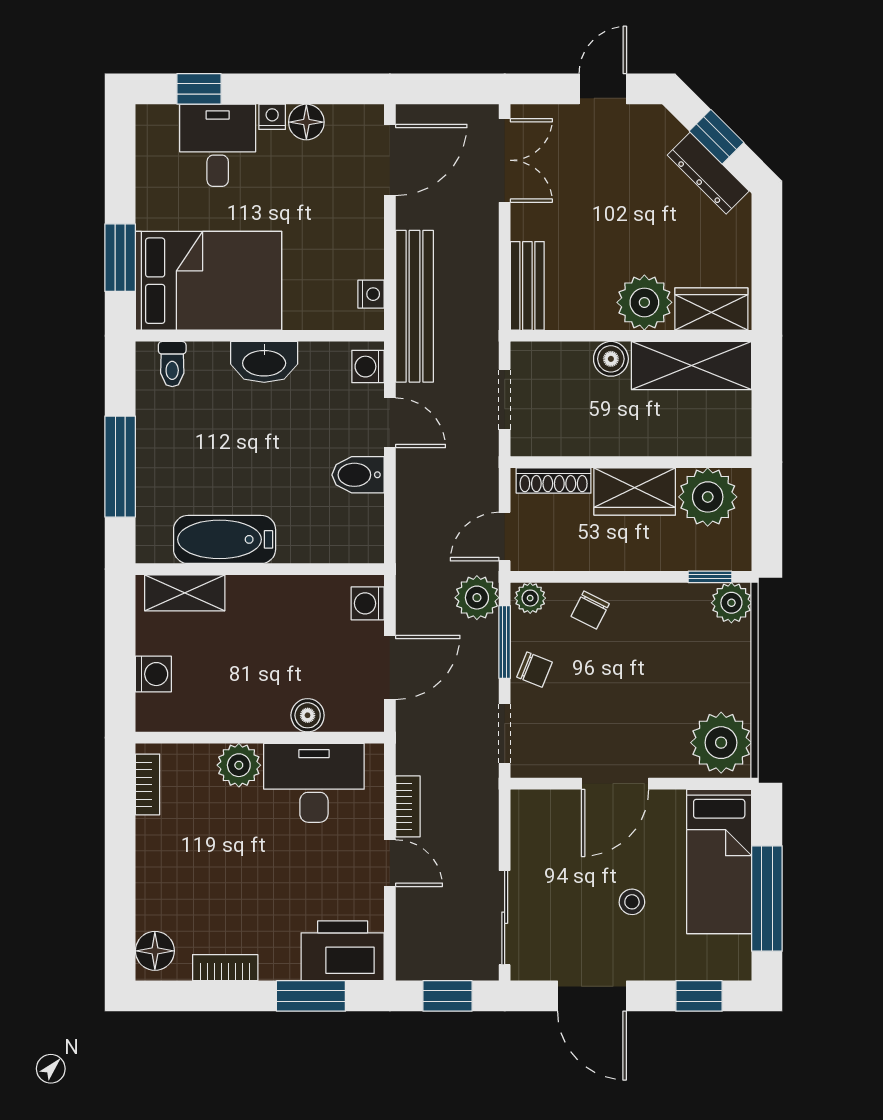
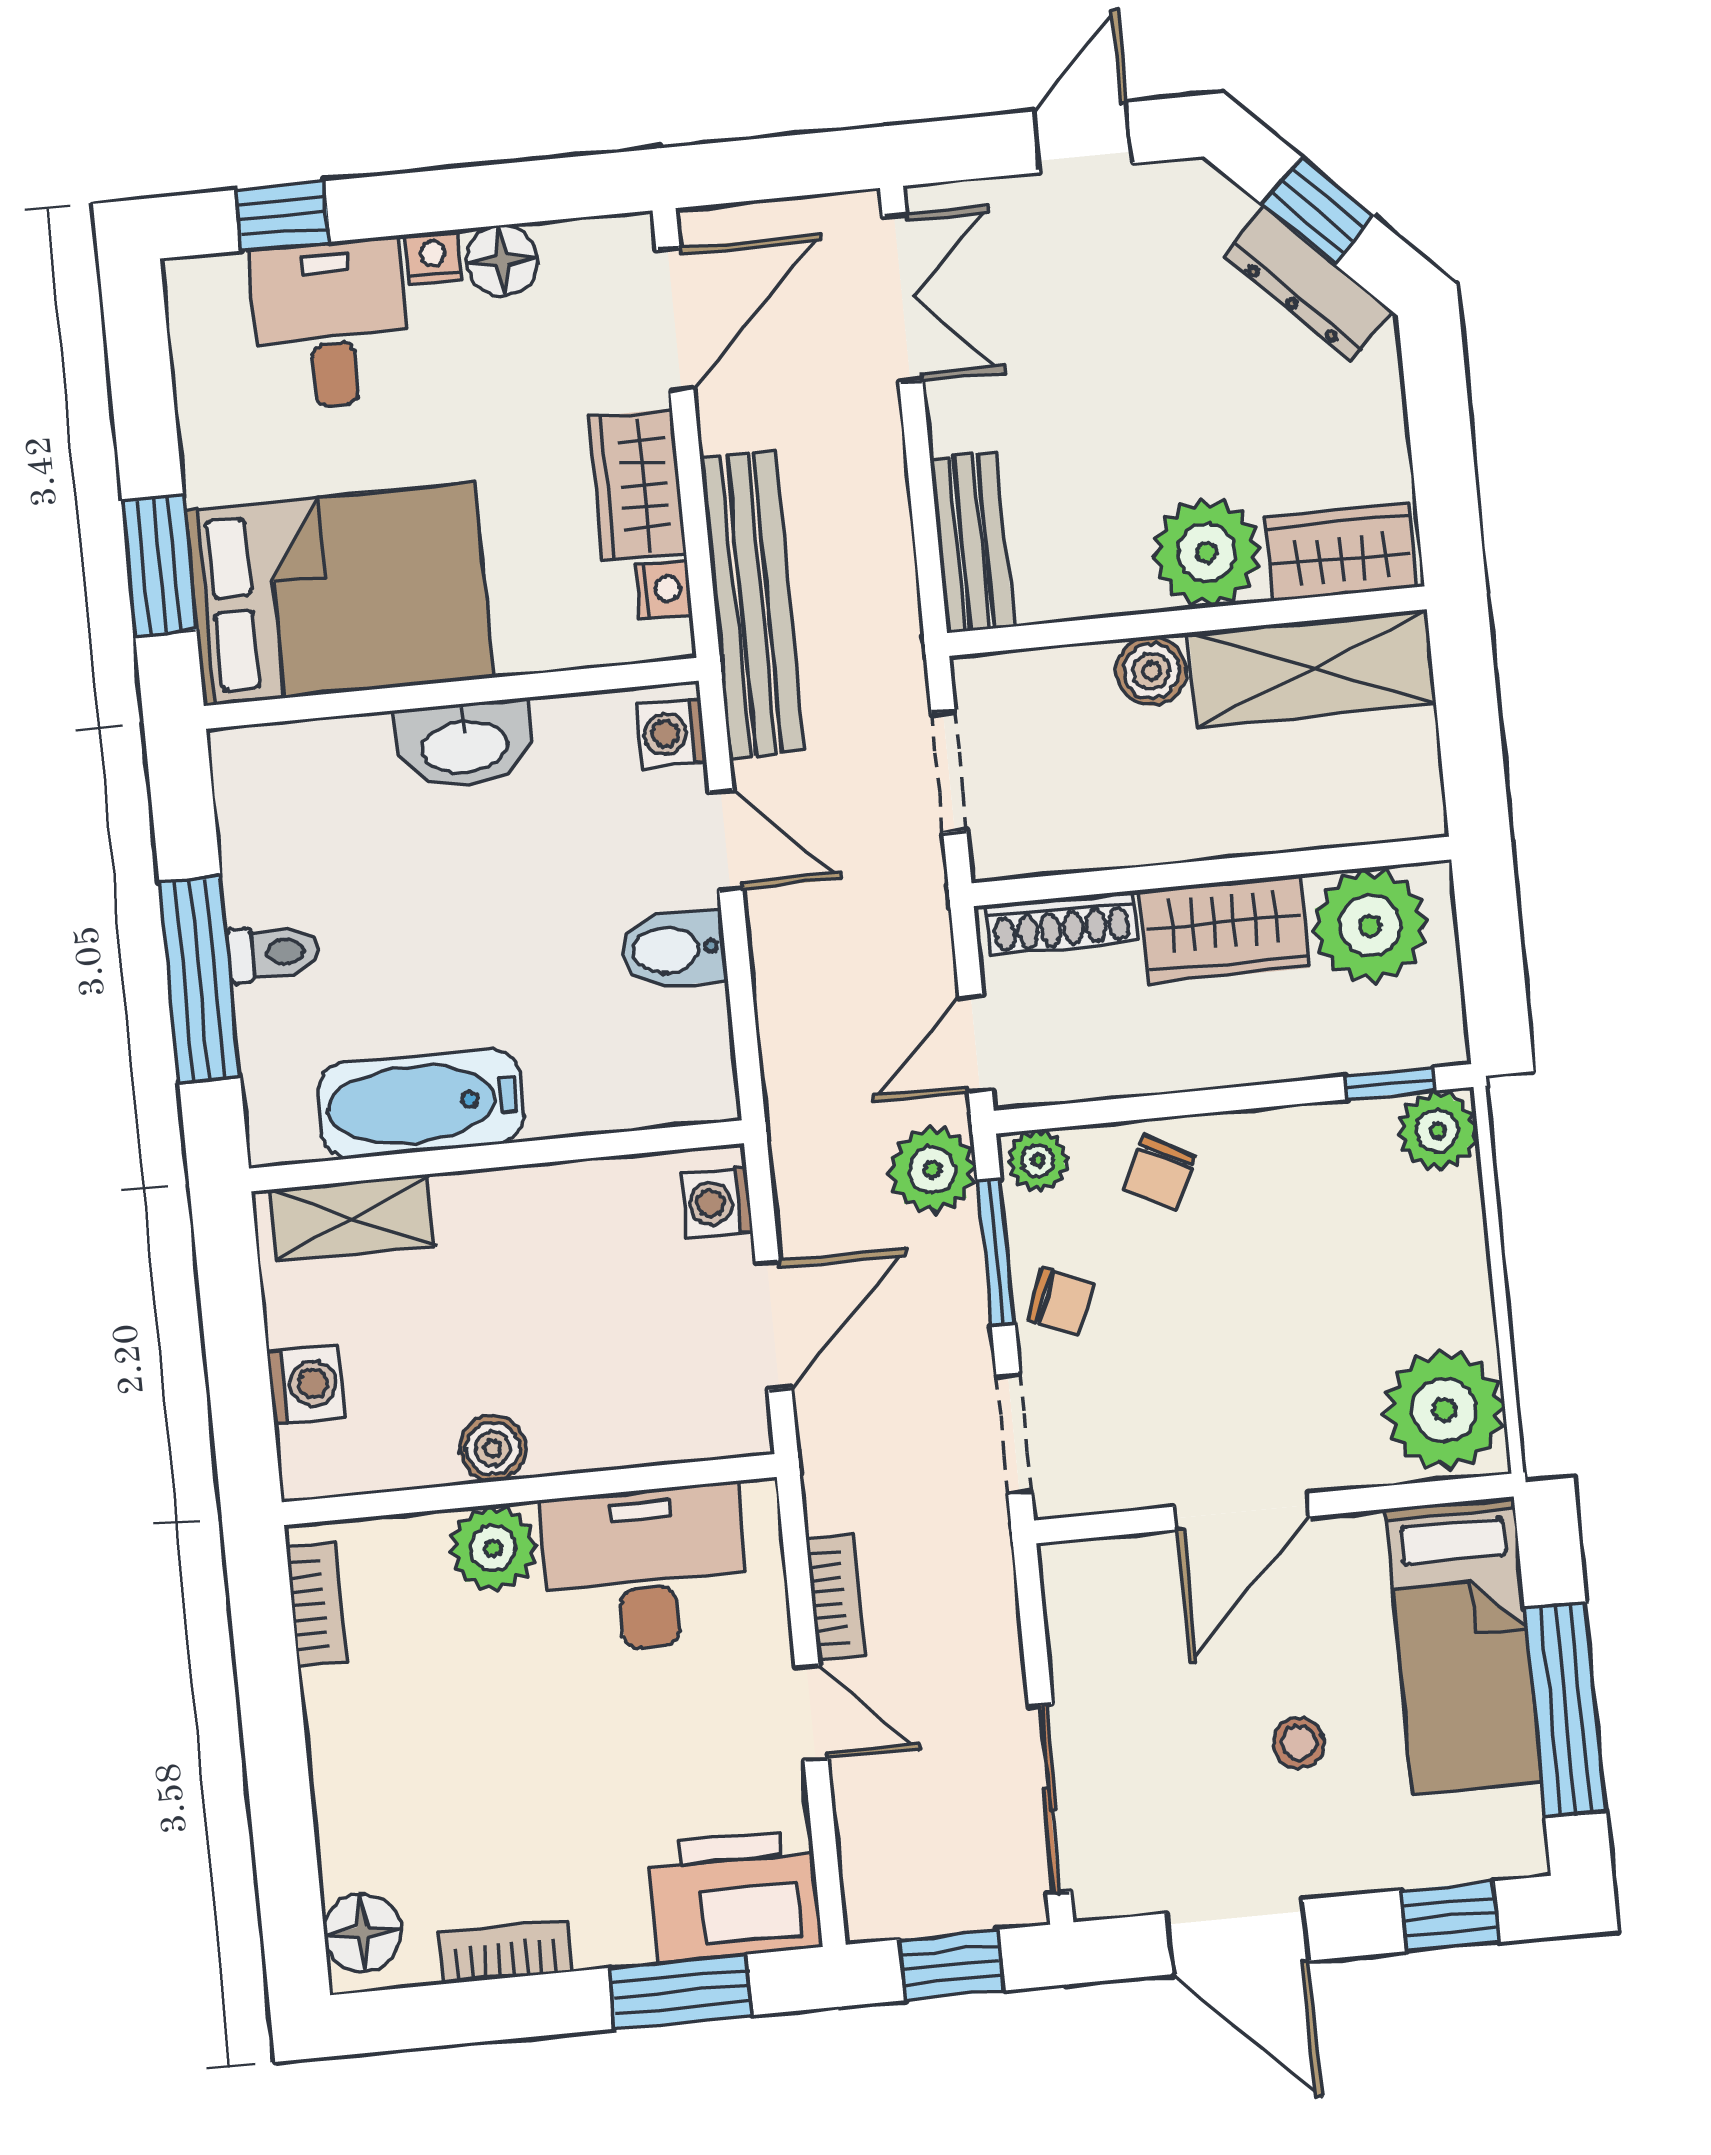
wardrobe: (363, 241) -> (637, 485), added
toilet: (172, 364) -> (273, 953), moved, turned -90
boiler: (308, 715) -> (493, 1448), moved

